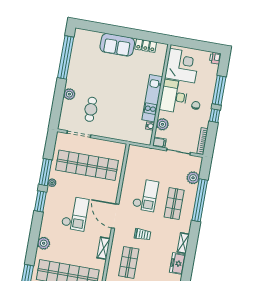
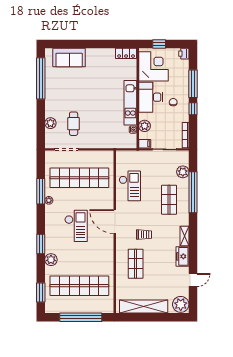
window: (192, 44) -> (159, 44), added
sofa: (117, 45) -> (69, 58), moved
locker: (146, 46) -> (126, 53), moved
plant: (69, 94) -> (50, 123), moved
checkout: (145, 195) -> (130, 186), moved
window: (40, 201) -> (41, 244), moved
shelving: (103, 248) -> (109, 254), removed

